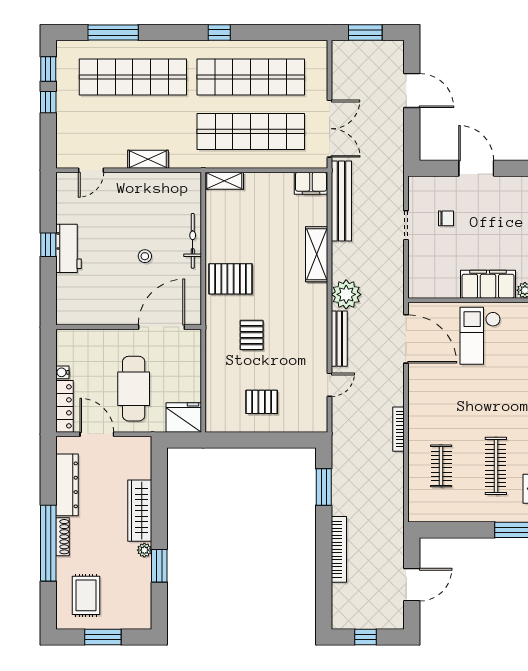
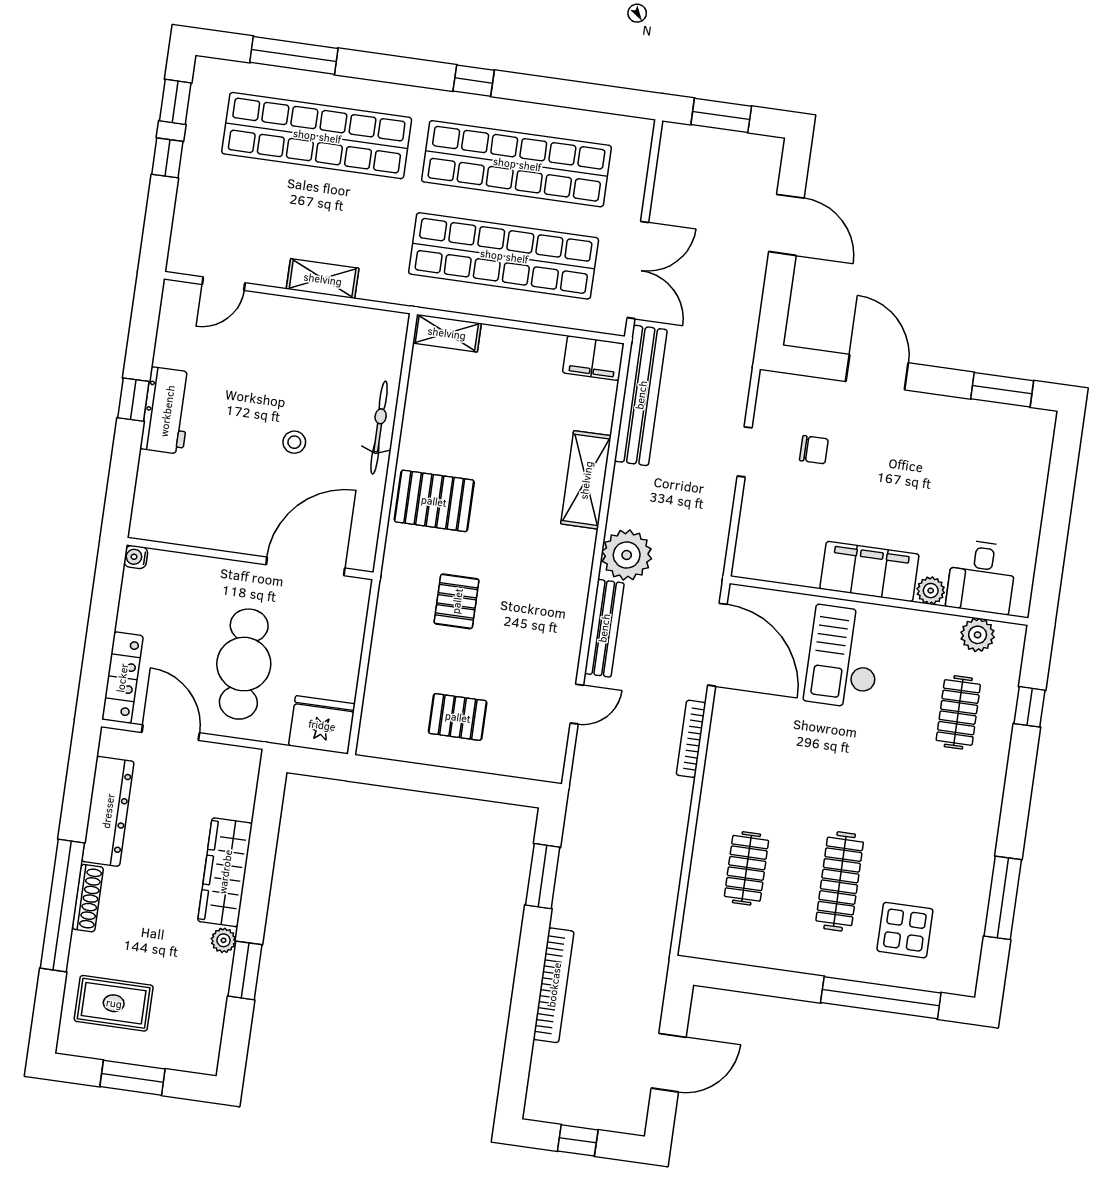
water cooler: (62, 372) -> (136, 557), moved
bookcase: (398, 429) -> (691, 739), moved
rug: (86, 595) -> (114, 1003), turned 90

